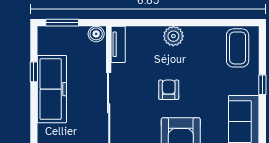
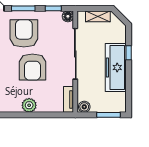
window: (34, 72) -> (129, 53), moved
armchair: (169, 90) -> (32, 67), width x1.88, depth x1.88

